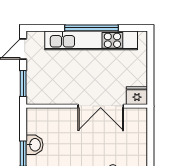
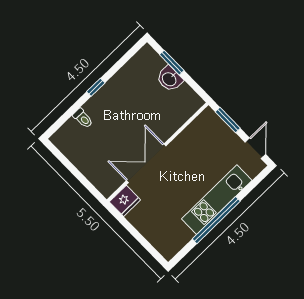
kitchen unit: (91, 40) -> (217, 200), width x0.73

